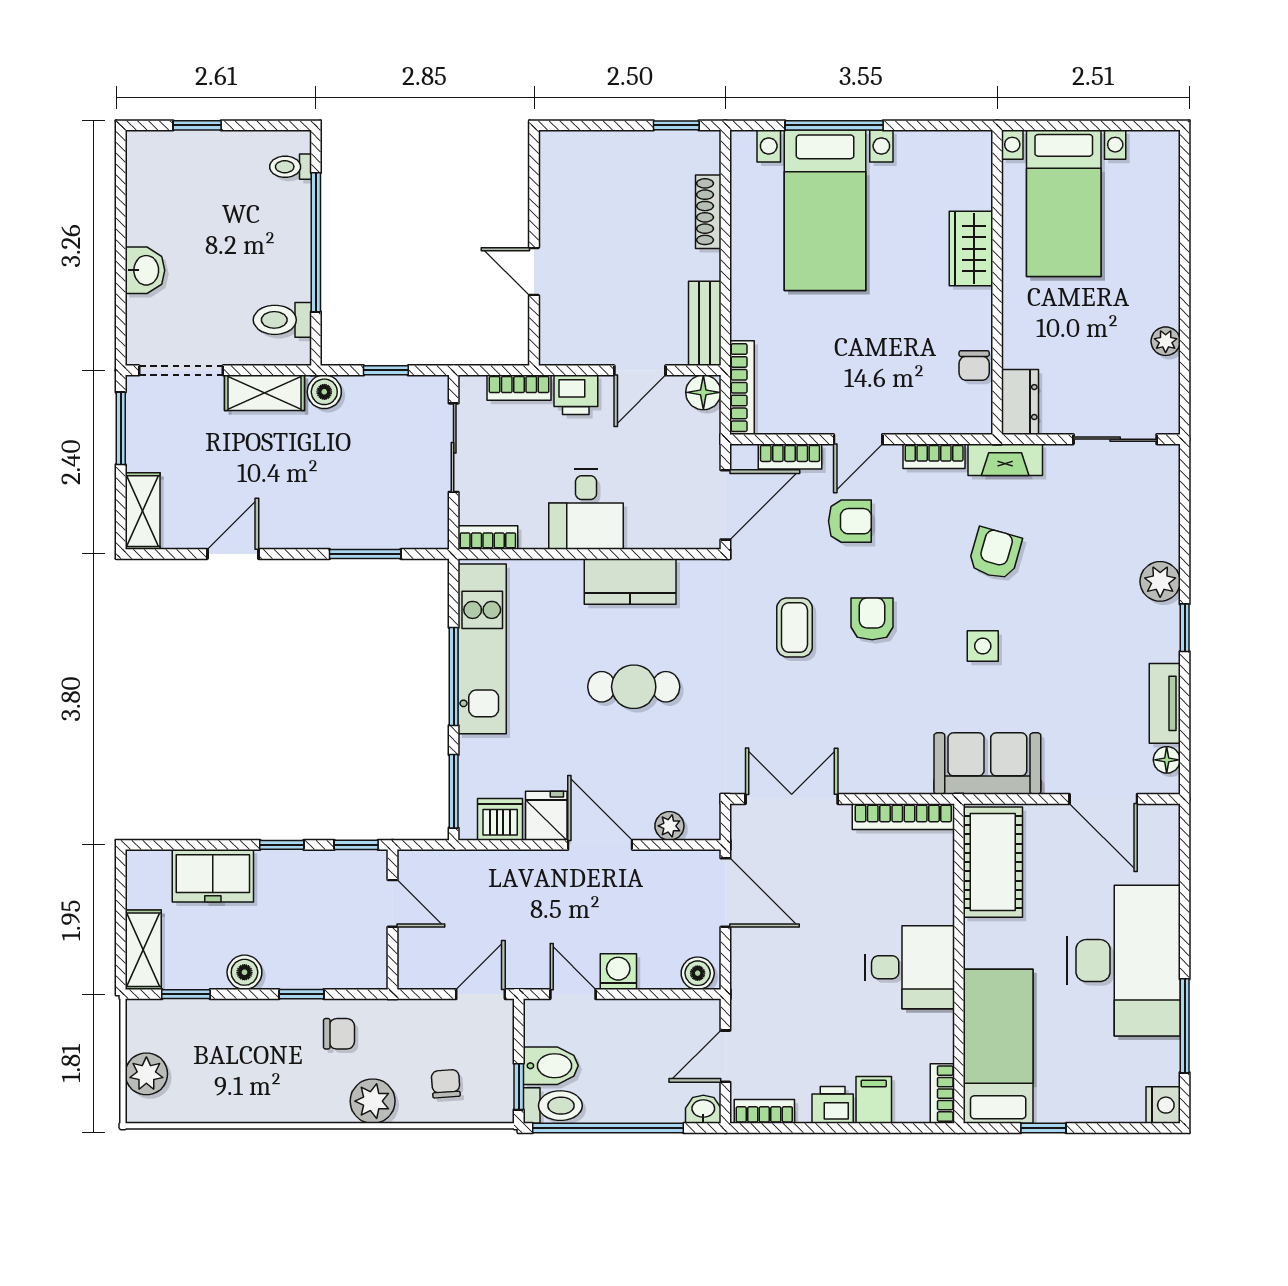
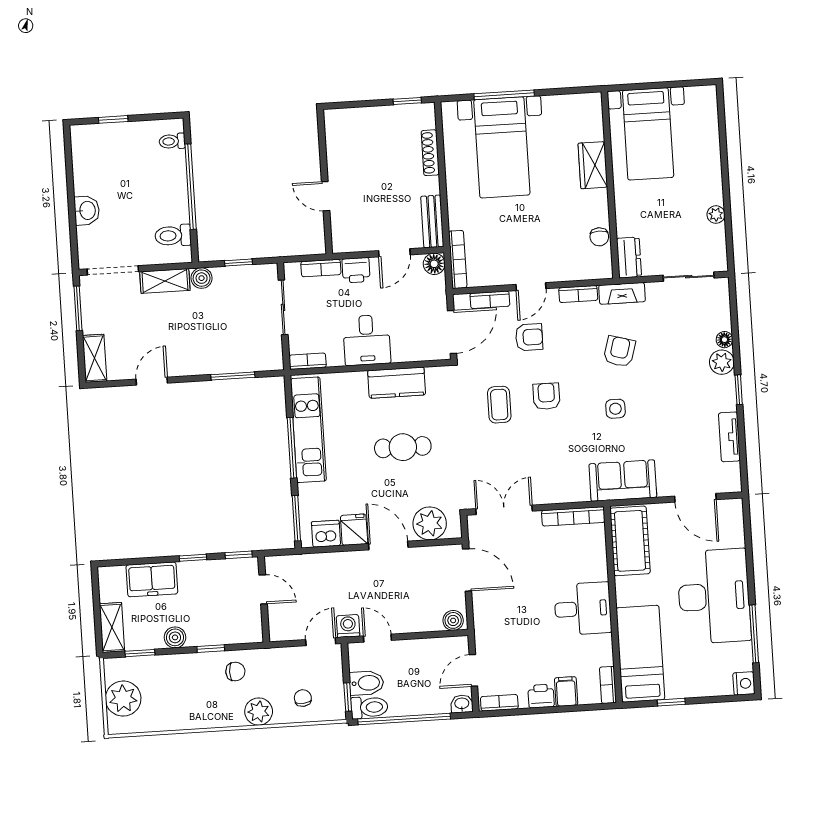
floor lamp: (1167, 760) -> (724, 340), moved
plant: (669, 826) -> (430, 523), width x1.88, depth x1.88
washing machine: (618, 972) -> (348, 626), moved
plant: (146, 1074) -> (123, 699), width x1.36, depth x1.36

